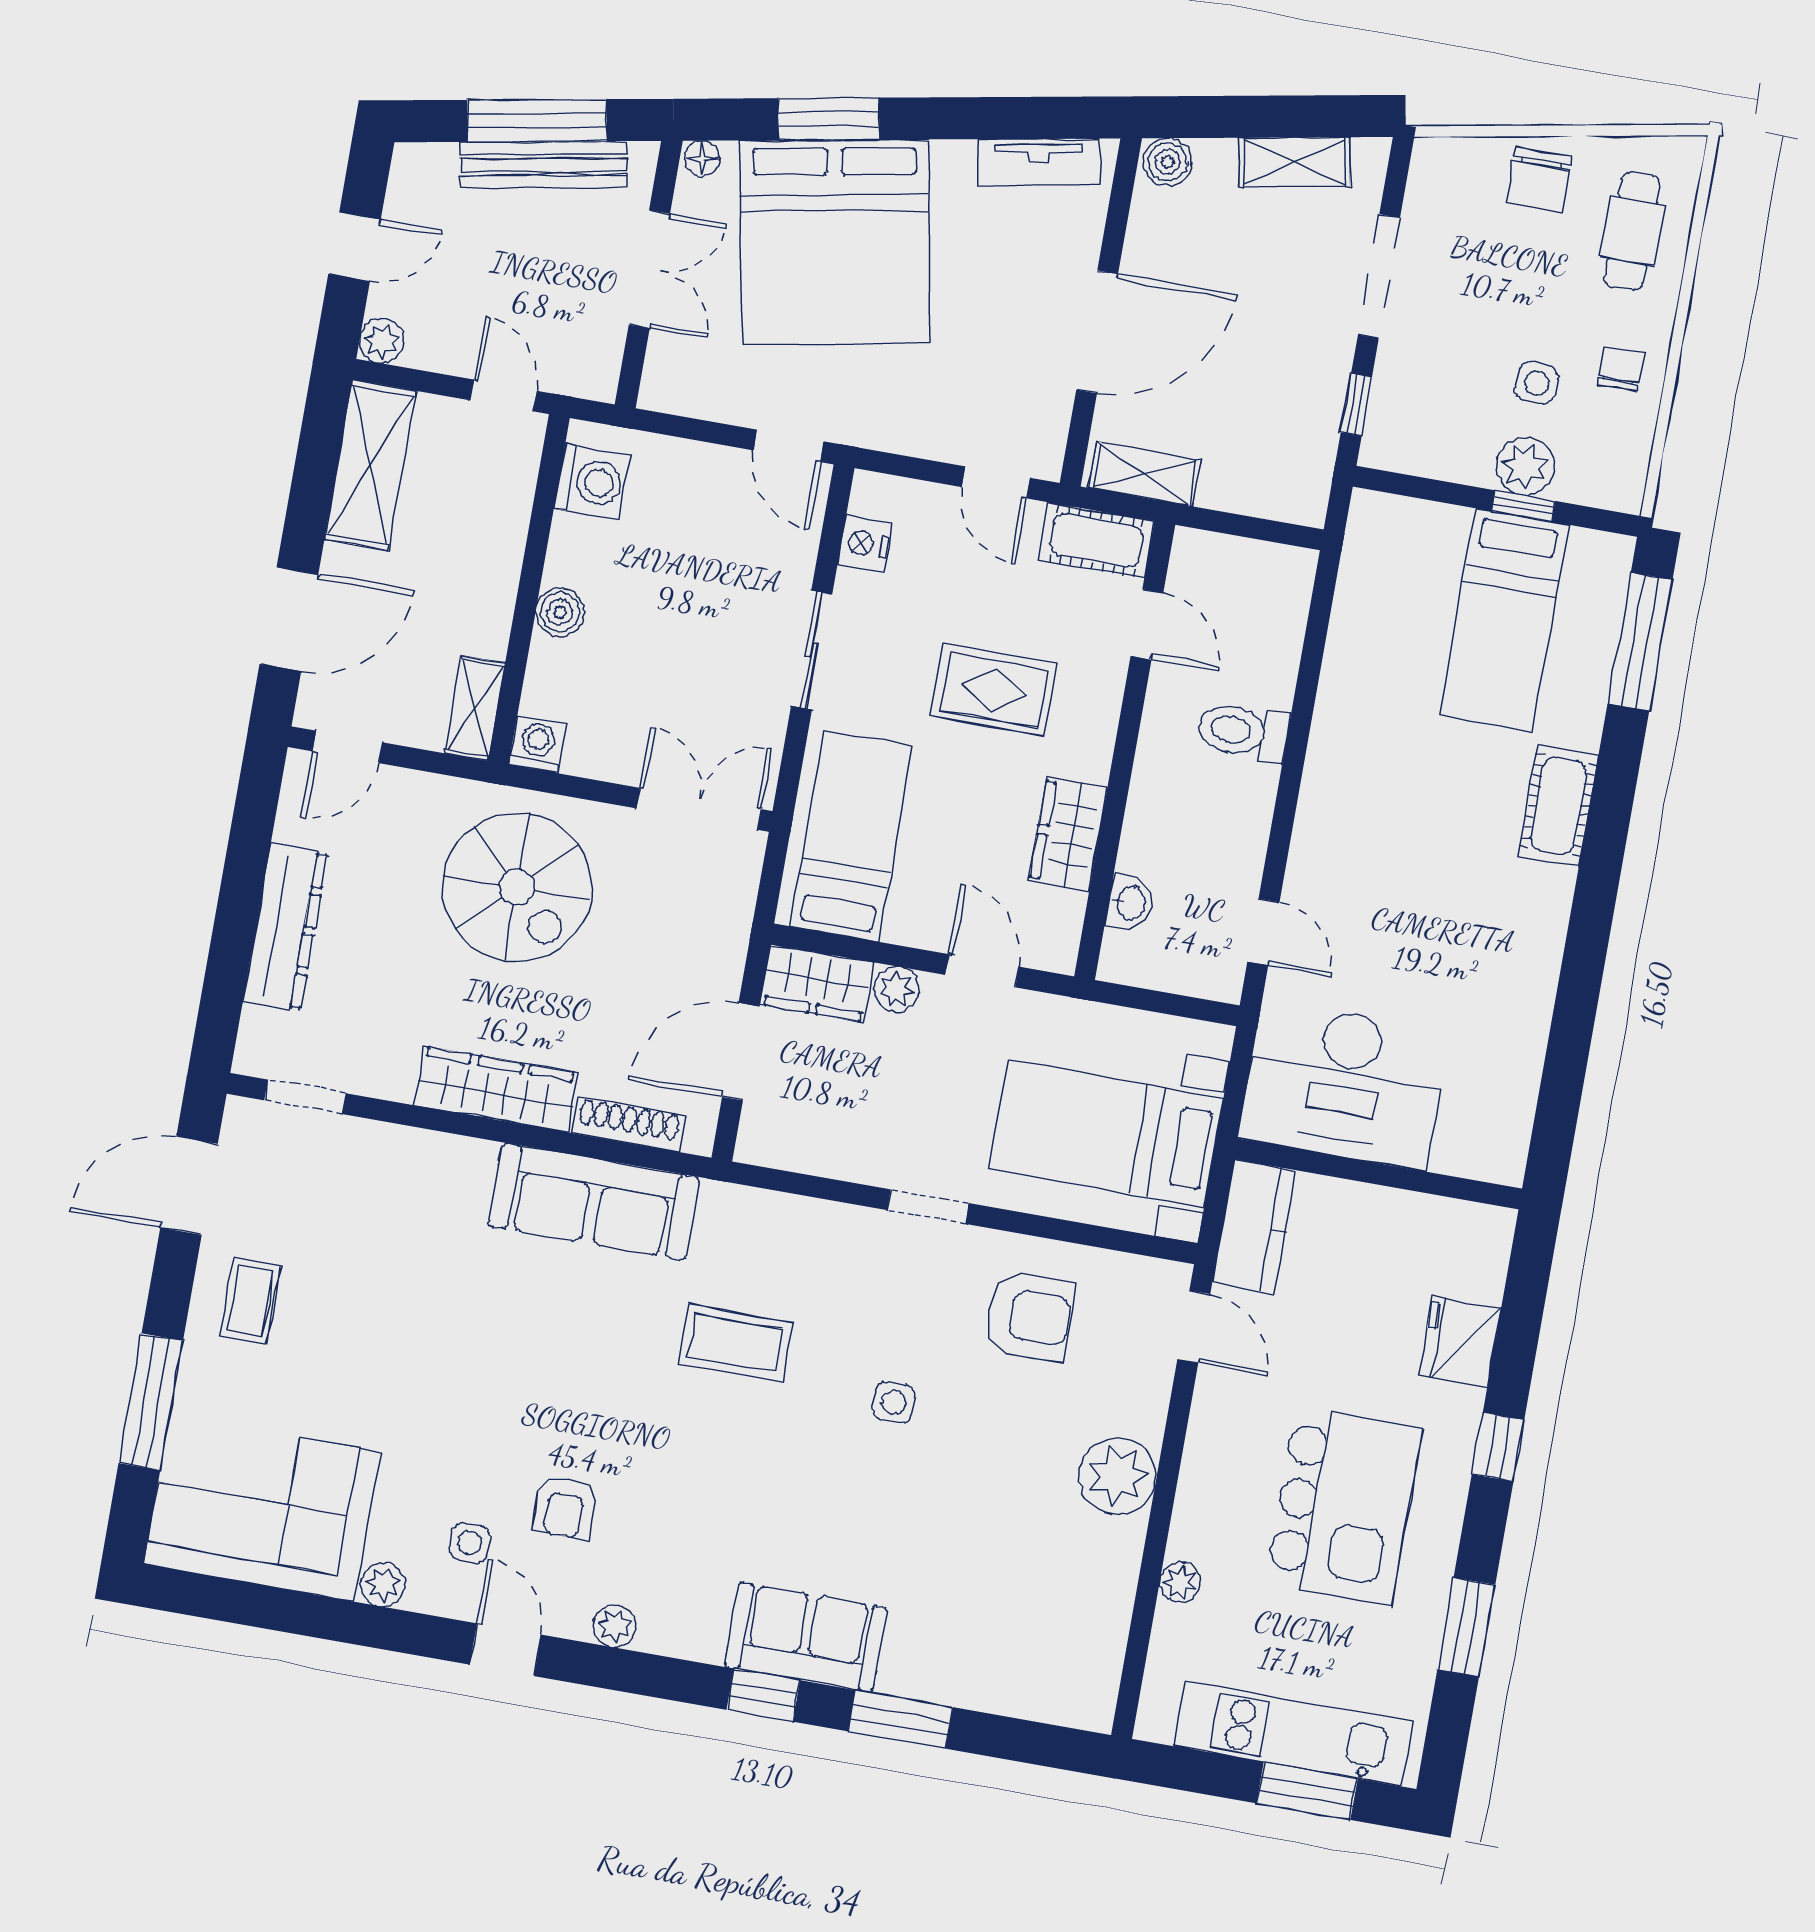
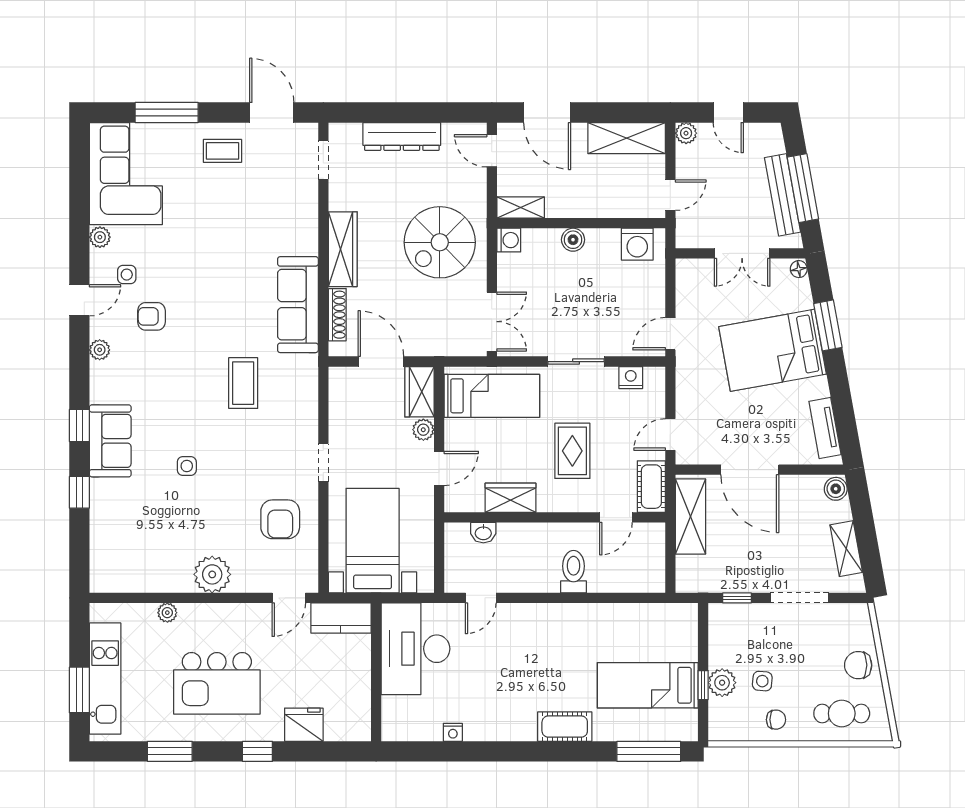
bed: (835, 242) -> (773, 350), width x0.73
shelving: (1145, 474) -> (691, 517), width x1.50, depth x1.33
nightstand: (1530, 1038) -> (453, 732), added
side table: (894, 1402) -> (187, 466), moved
window: (900, 1719) -> (79, 492), width x0.67

